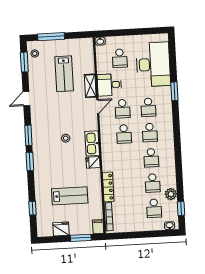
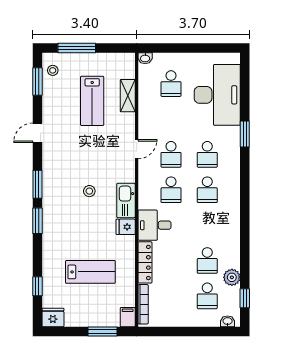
desk: (109, 85) -> (155, 225), moved
shelving: (90, 86) -> (128, 96), moved
school desk: (151, 158) -> (207, 225), removed
fridge: (61, 229) -> (53, 318), moved

